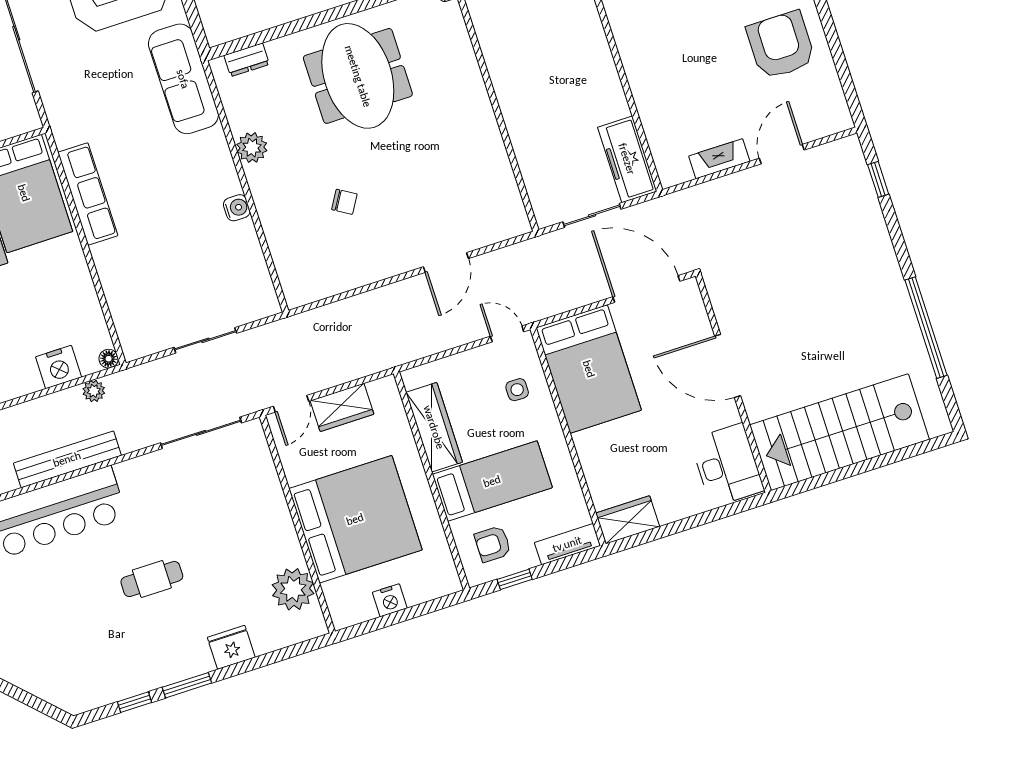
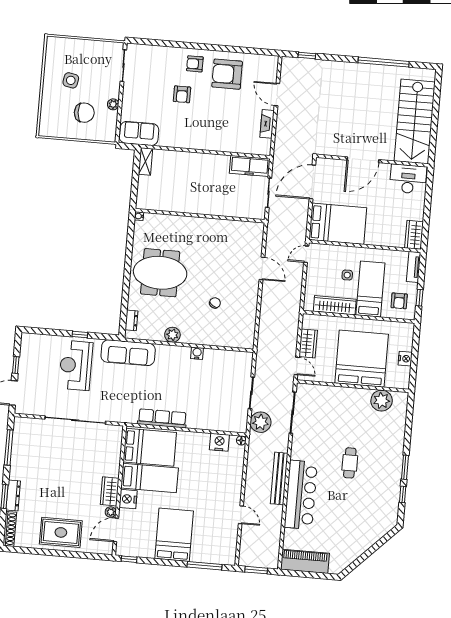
nightstand: (59, 367) -> (219, 442), moved, turned -90
side table: (517, 390) -> (347, 275), moved
plant: (94, 391) -> (261, 422), moved, width x1.87, depth x1.87
fridge: (231, 647) -> (396, 440), removed

